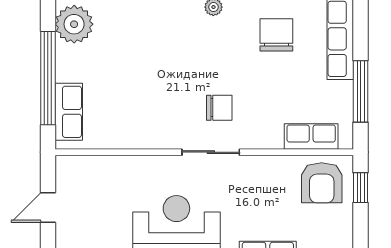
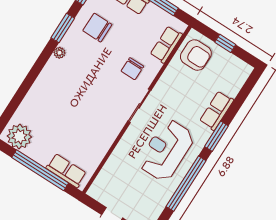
chair: (219, 108) -> (132, 69), moved, turned 180
window: (361, 188) -> (225, 43), moved

